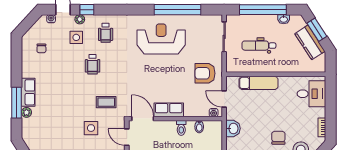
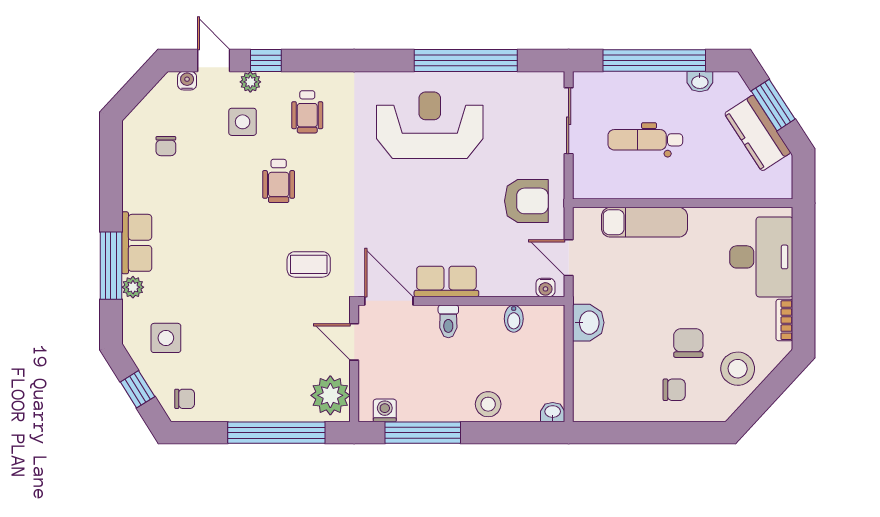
armchair: (205, 73) -> (526, 201), turned 180
desk: (311, 94) -> (761, 257), width x1.37
side table: (91, 128) -> (166, 338), moved
toilet: (181, 128) -> (448, 321), moved

